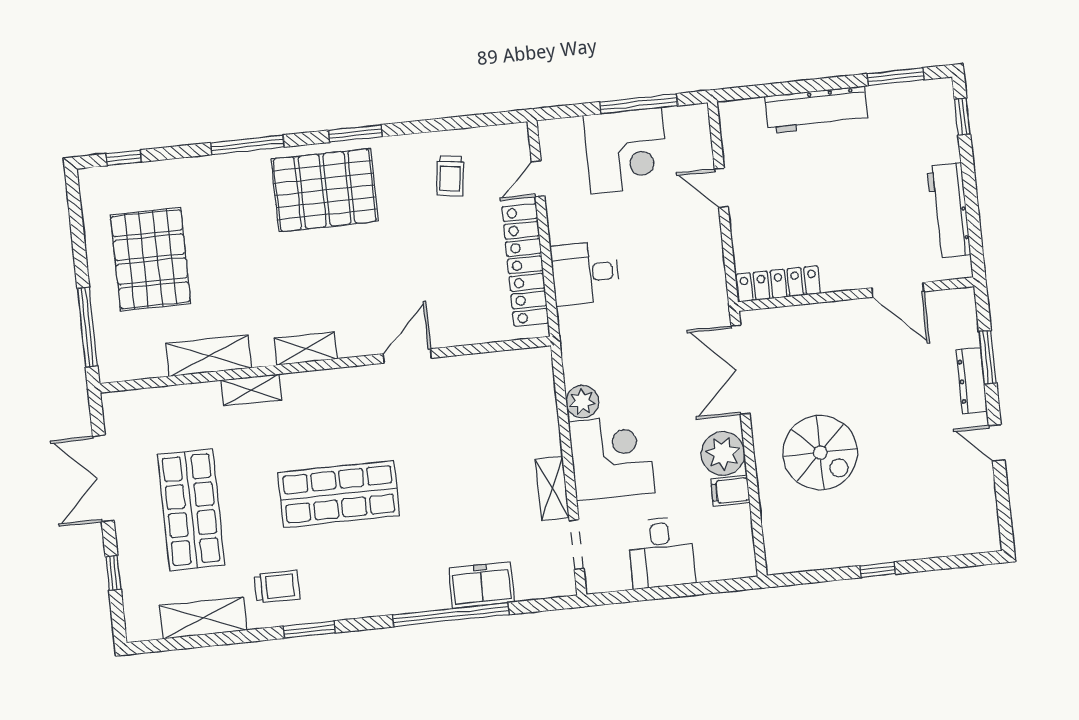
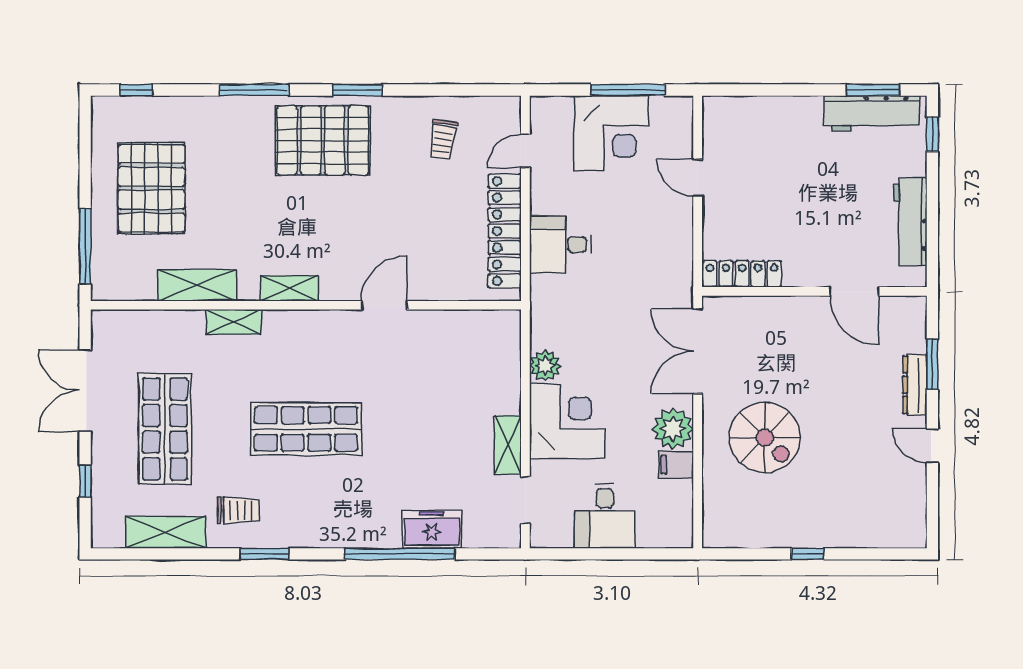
workbench: (816, 110) -> (872, 113), moved

